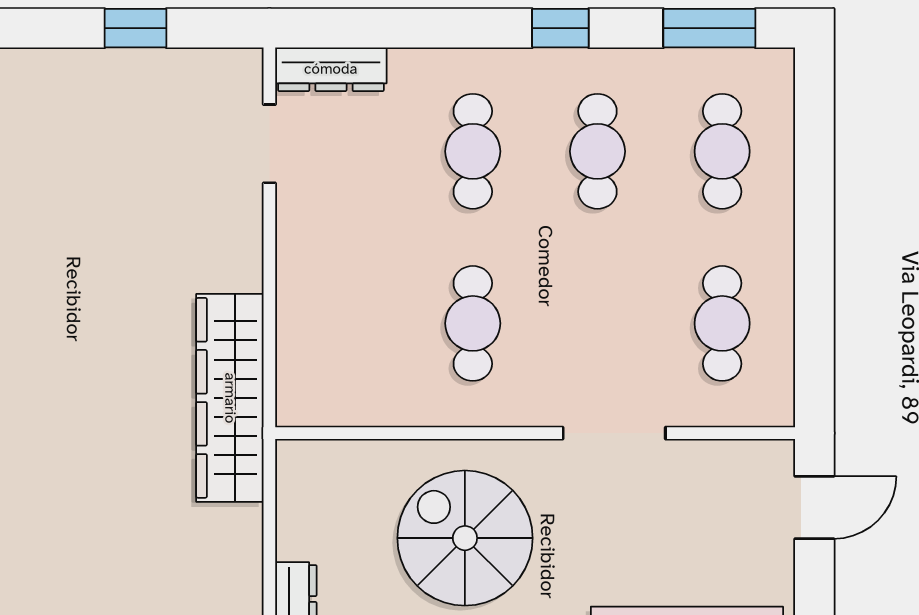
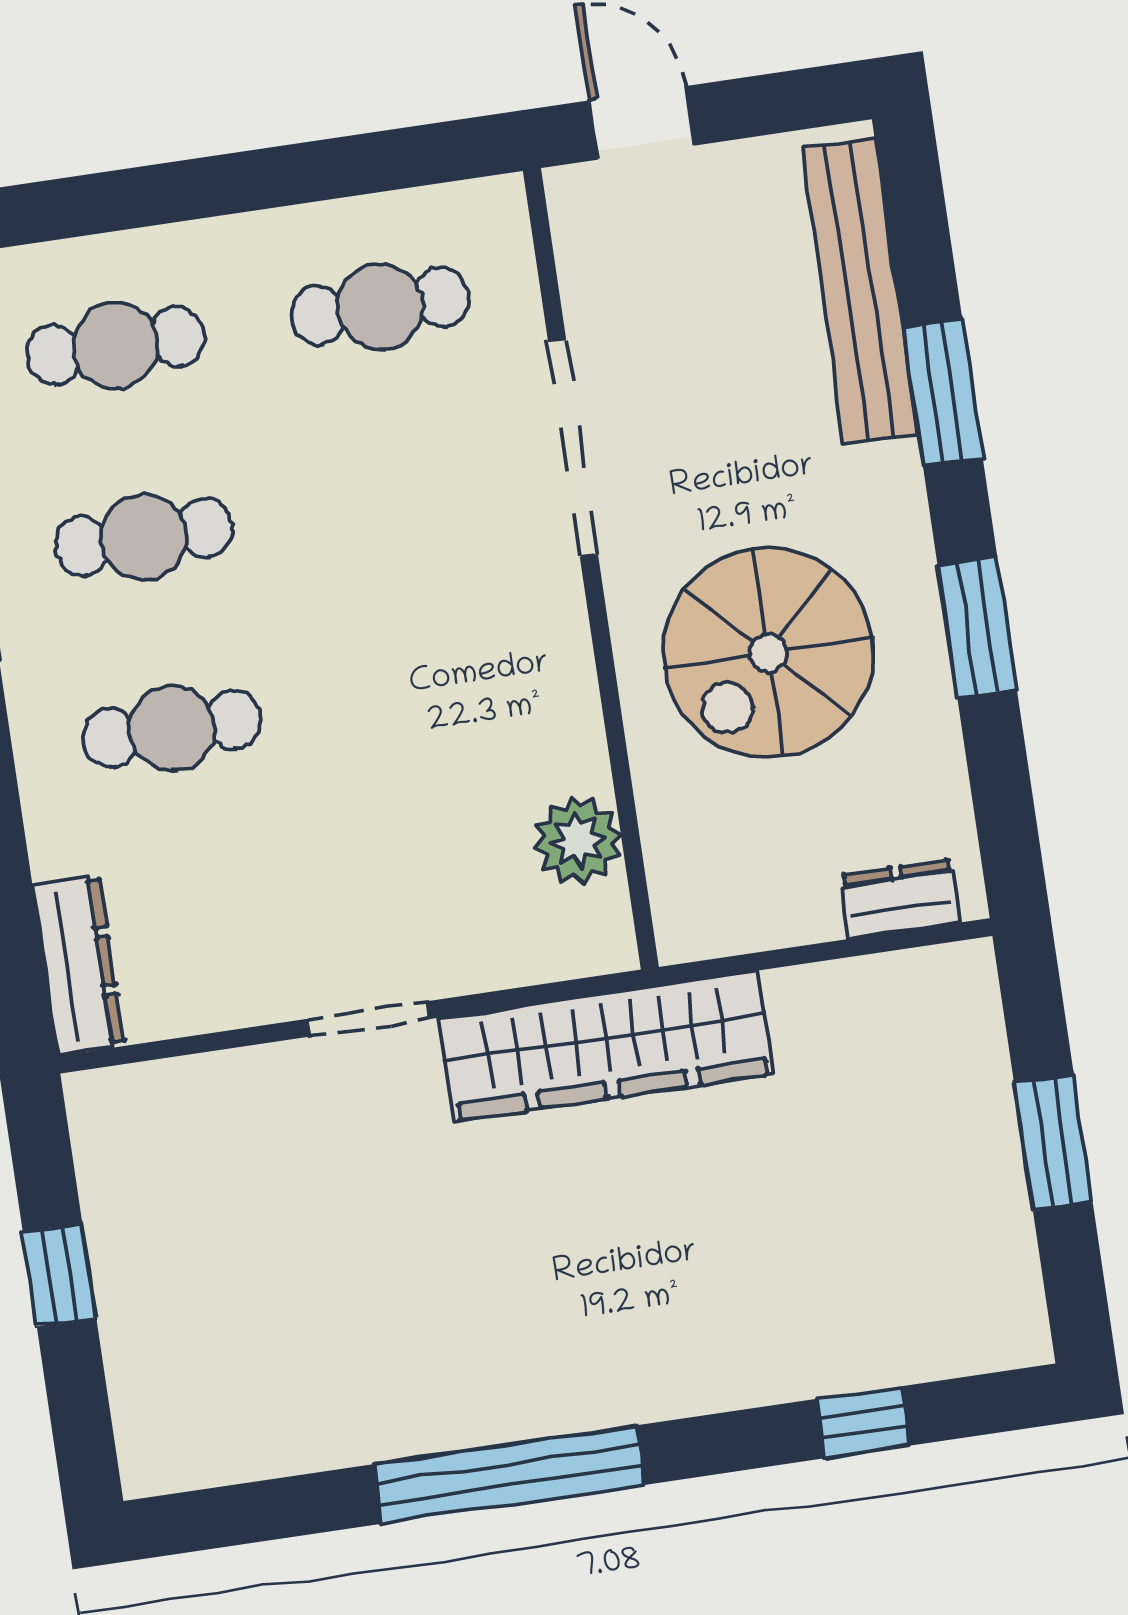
doorway: (269, 144) -> (369, 1019), moved
cafe table: (473, 323) -> (437, 690), removed
plant: (363, 399) -> (578, 840), added
doorway: (614, 433) -> (573, 448), width x1.36

